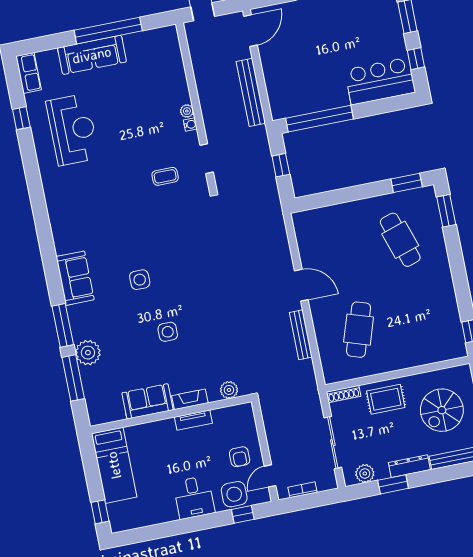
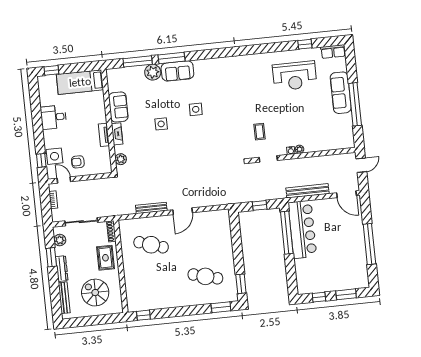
bar counter: (380, 81) -> (302, 229), moved, width x1.36
cafe table: (400, 240) -> (205, 276), turned 33
sofa: (75, 278) -> (177, 71), moved
desk: (194, 497) -> (53, 117), moved

